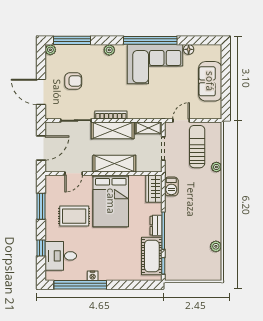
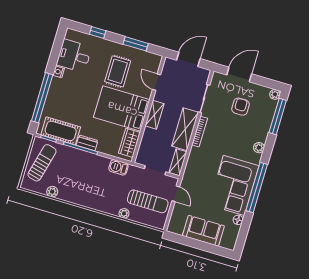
armchair: (73, 81) -> (241, 107), turned 180
door: (41, 148) -> (188, 59), swing flipped
shelving: (114, 164) -> (155, 115), width x0.67, depth x0.75
wardrobe: (154, 189) -> (129, 143), moved, turned -90
desk: (61, 256) -> (74, 56), moved, turned -90
sun lounger: (190, 265) -> (42, 163), added
window: (80, 285) -> (42, 98), moved

